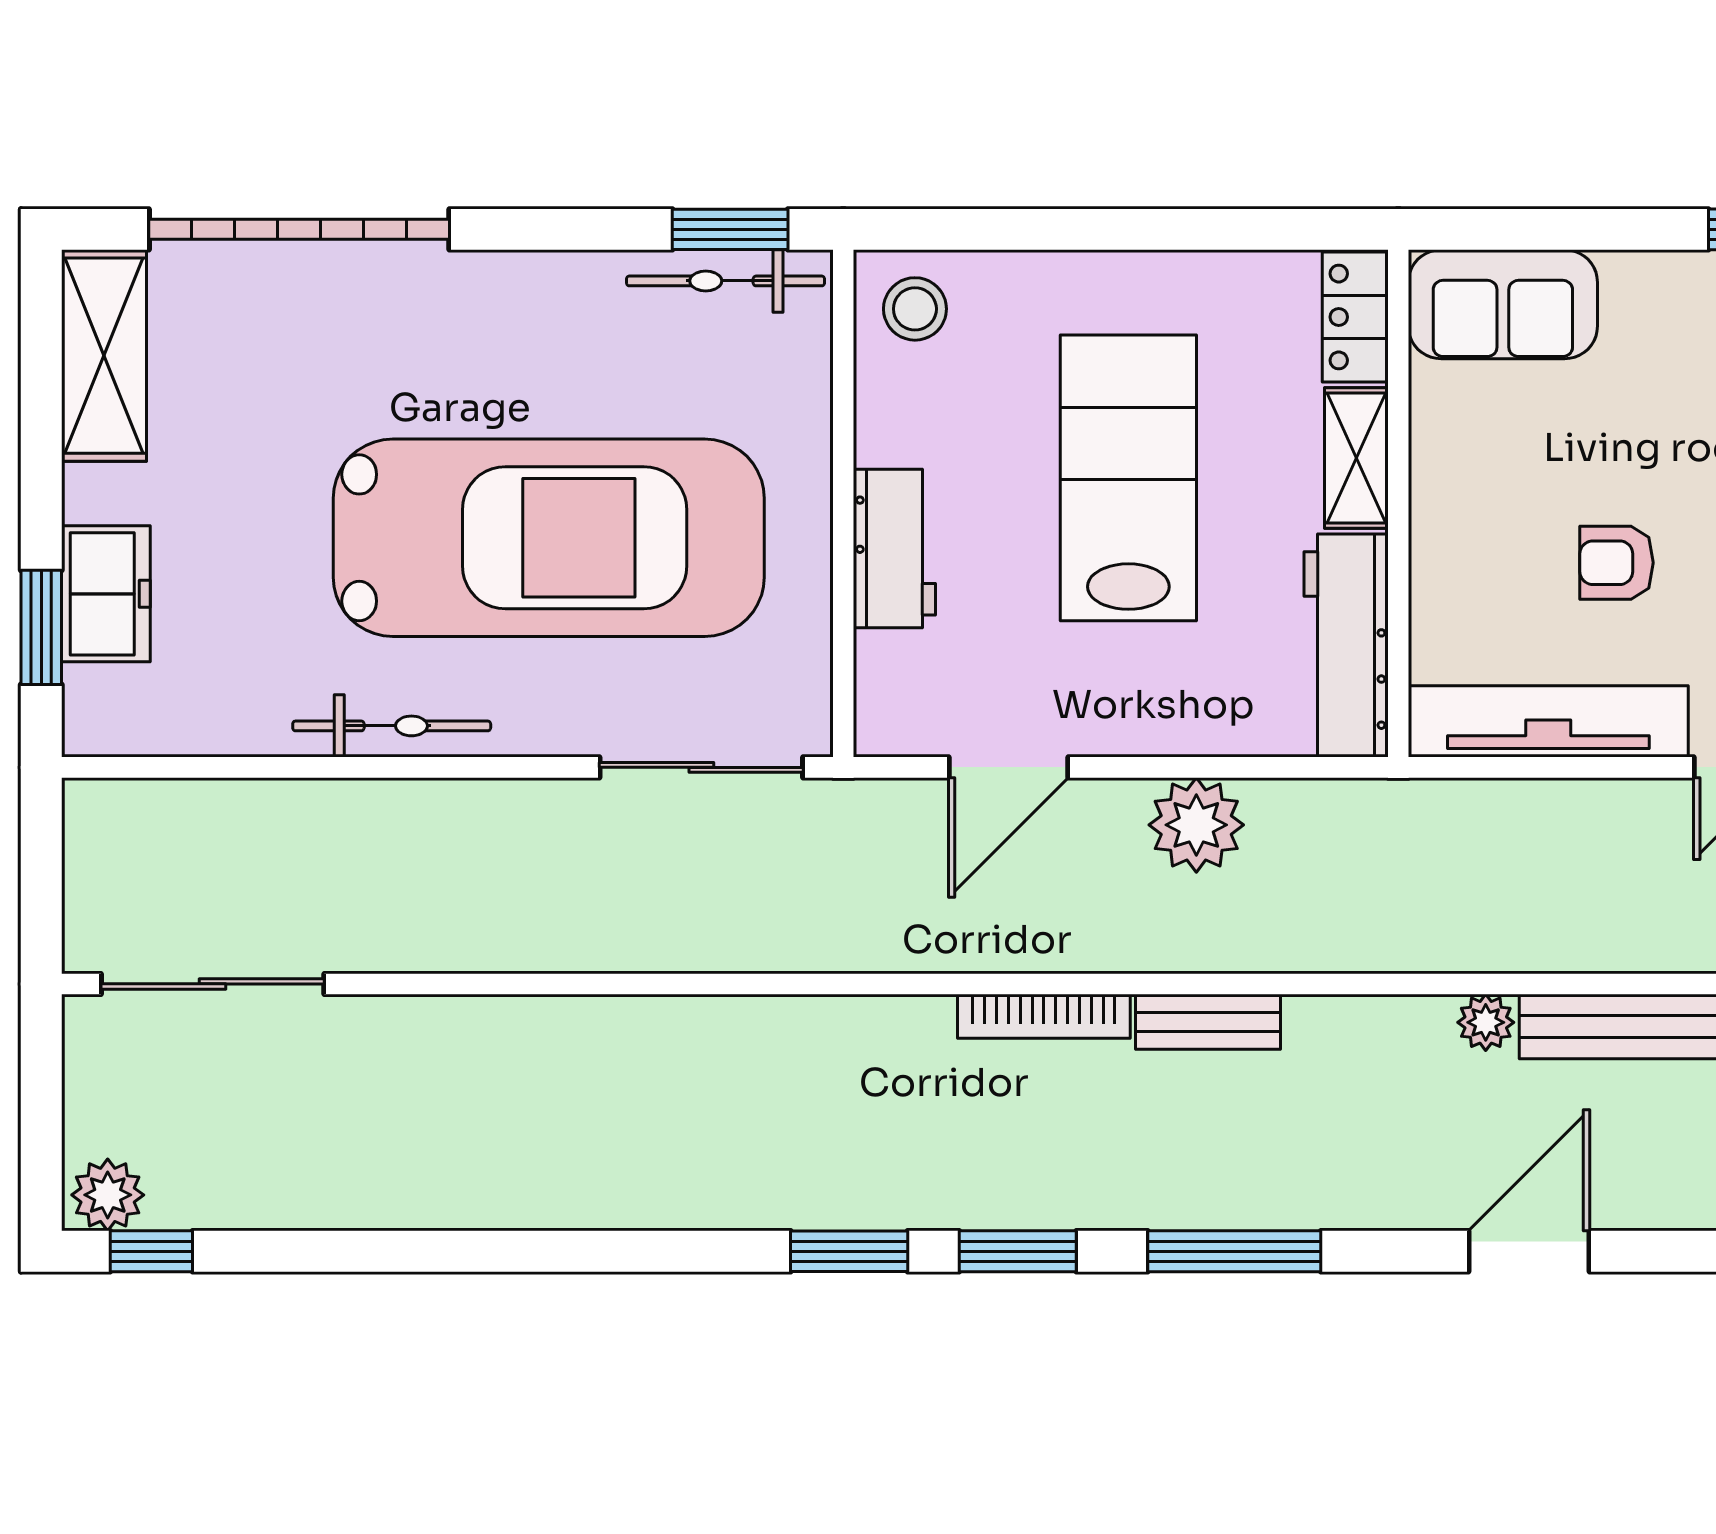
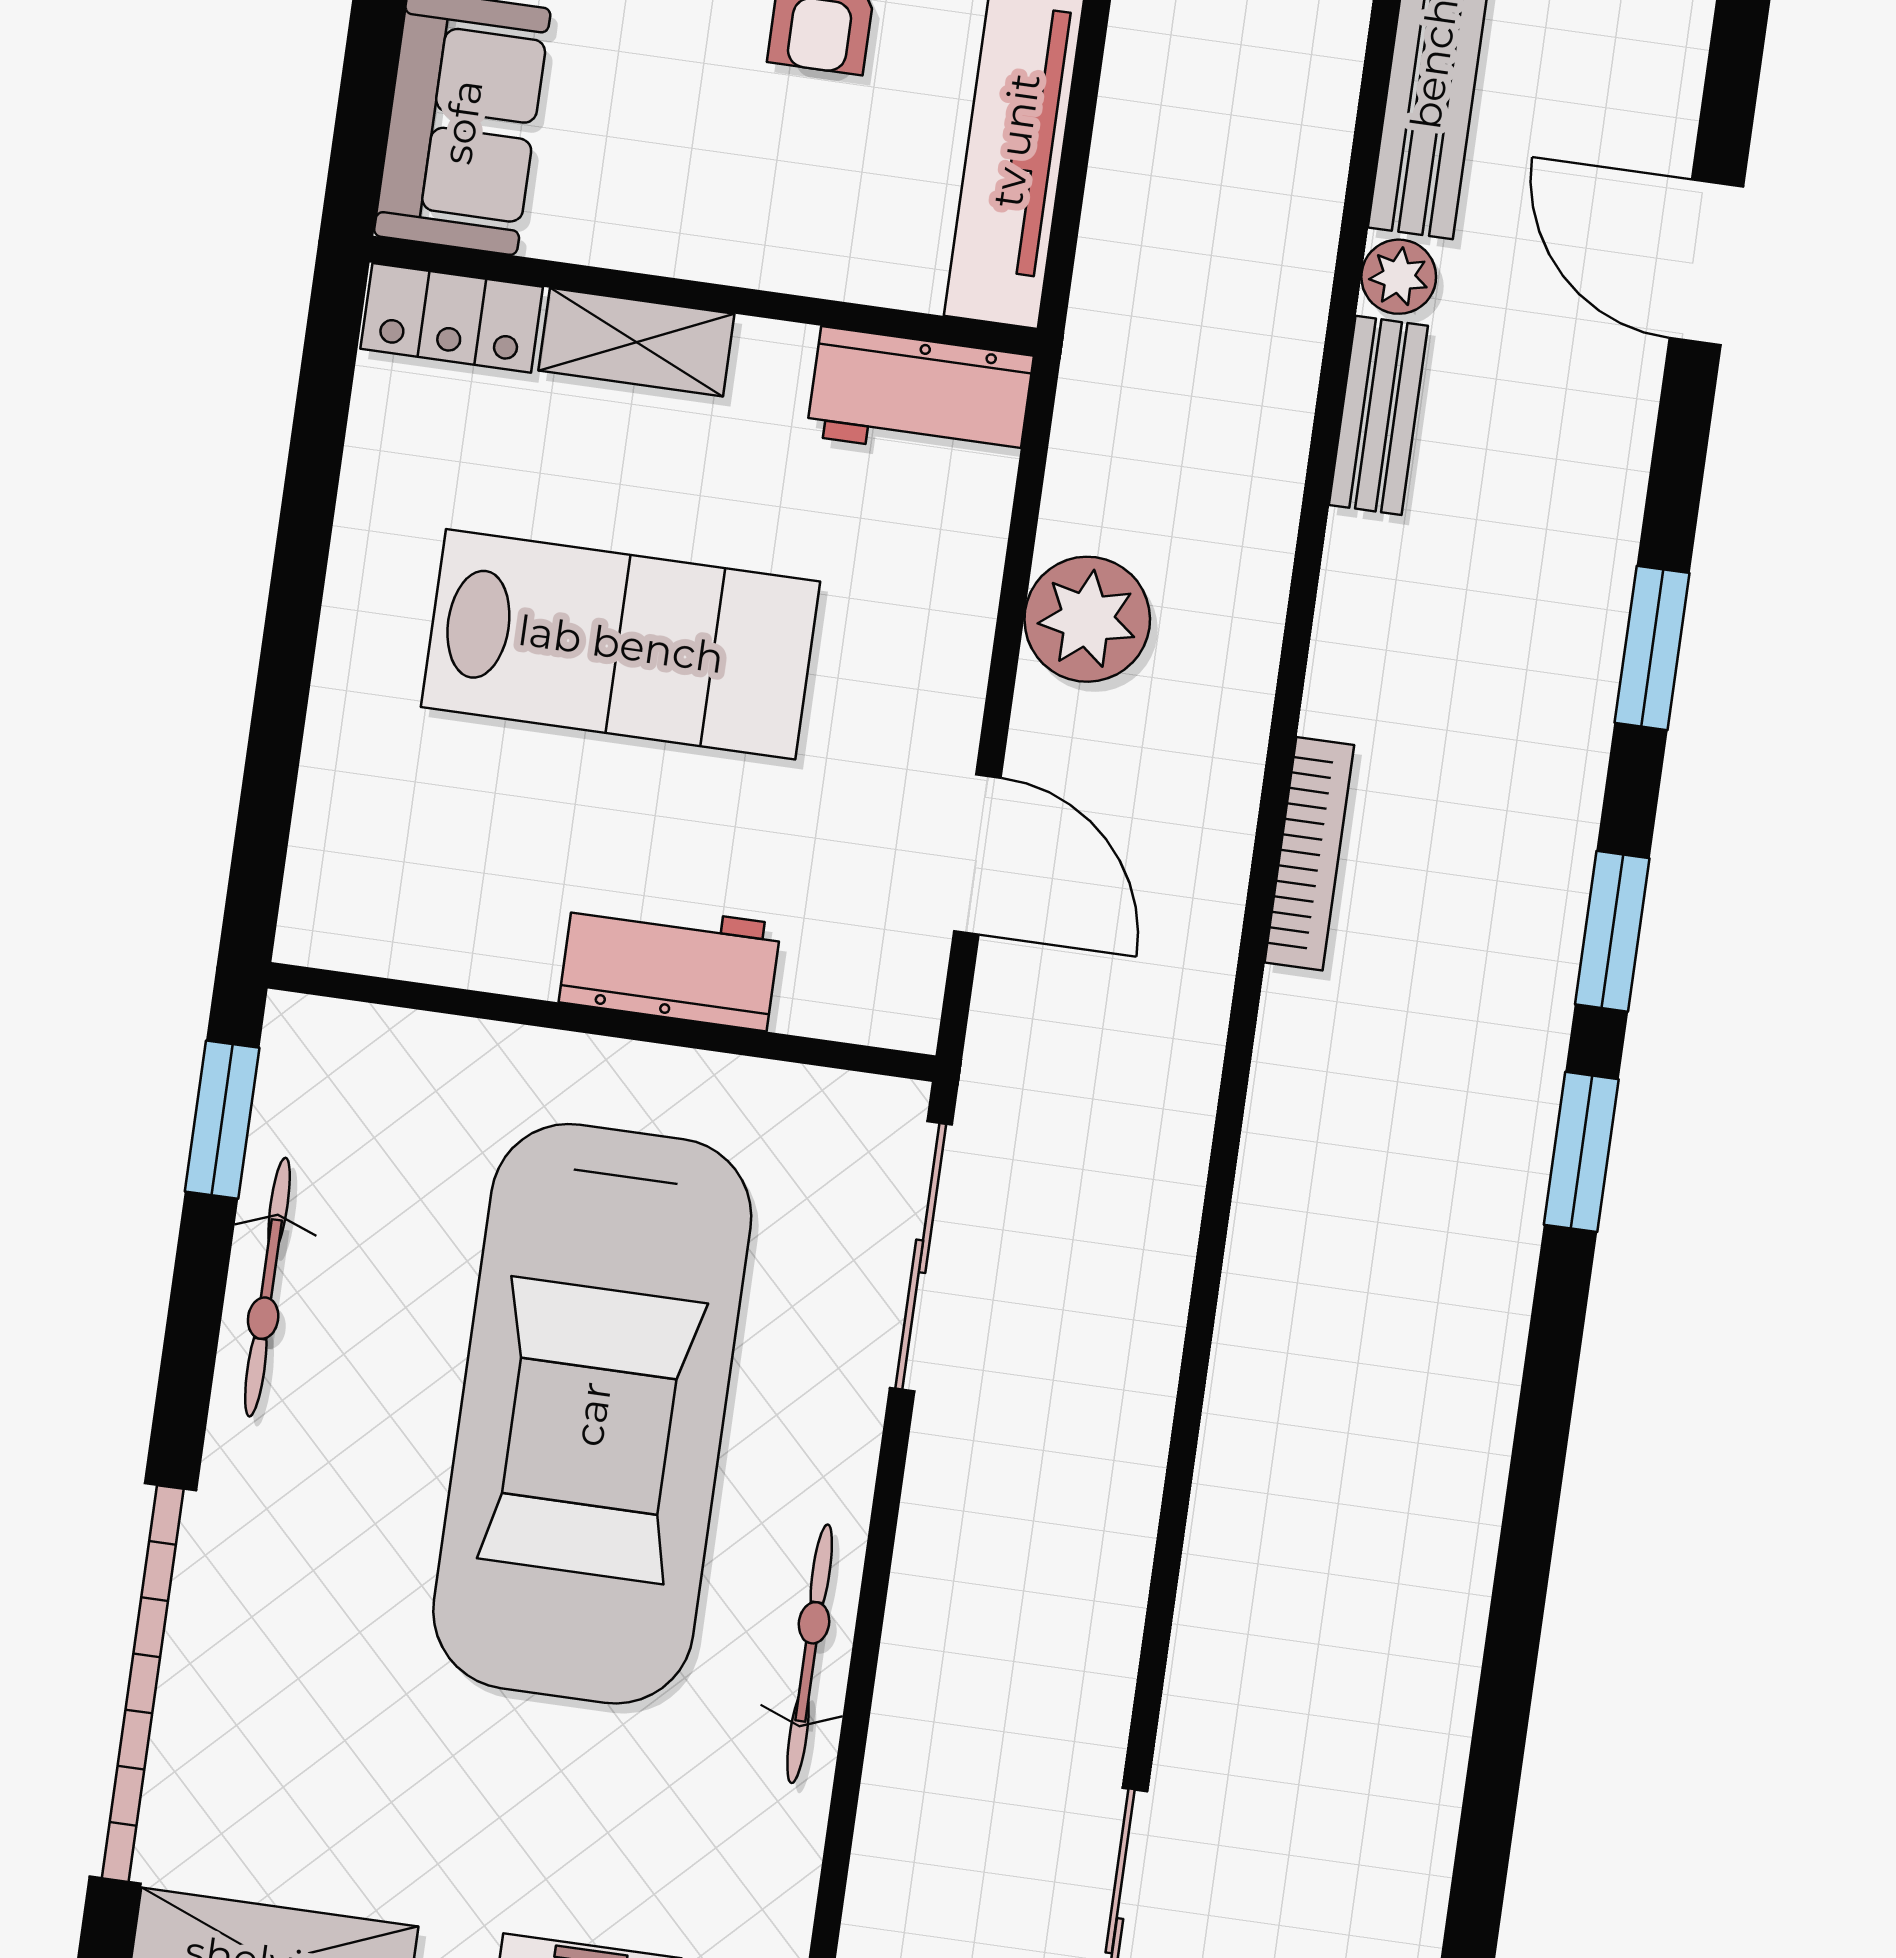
bicycle: (726, 281) -> (267, 1287), moved
stool: (915, 309) -> (360, 892), removed
lab bench: (1128, 478) -> (621, 644), turned 180
car: (549, 538) -> (592, 1414), turned 180
workbench: (1346, 646) -> (920, 396), width x0.73
bench: (1208, 1022) -> (1378, 415), moved
window: (1234, 1251) -> (1652, 648), width x0.69

